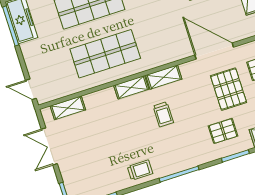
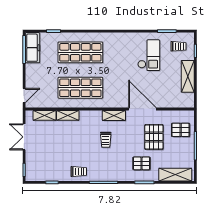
door: (214, 51) -> (142, 109), moved
shelving: (131, 87) -> (68, 115), moved
door: (31, 89) -> (24, 95), swing flipped

